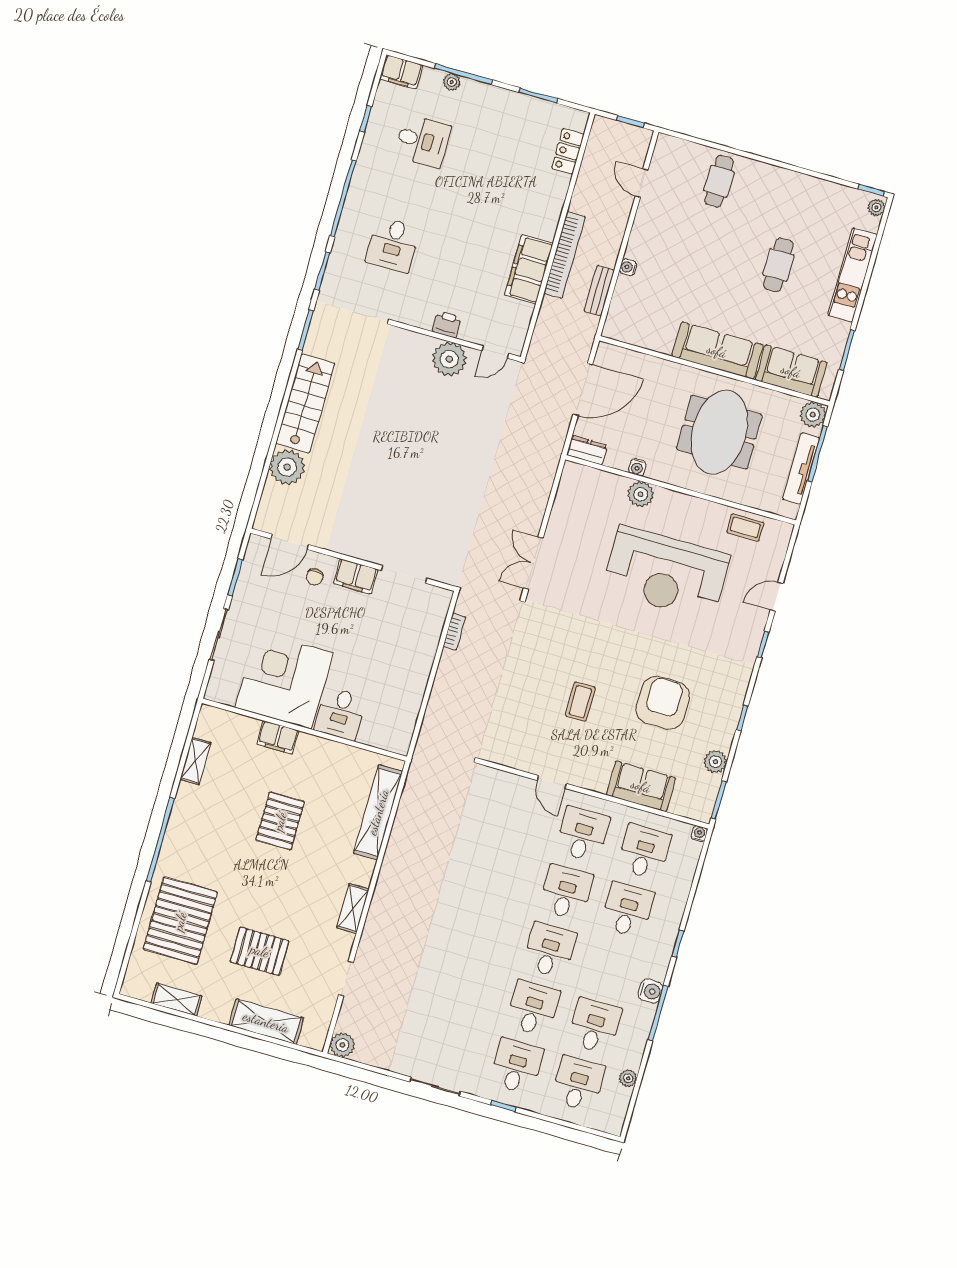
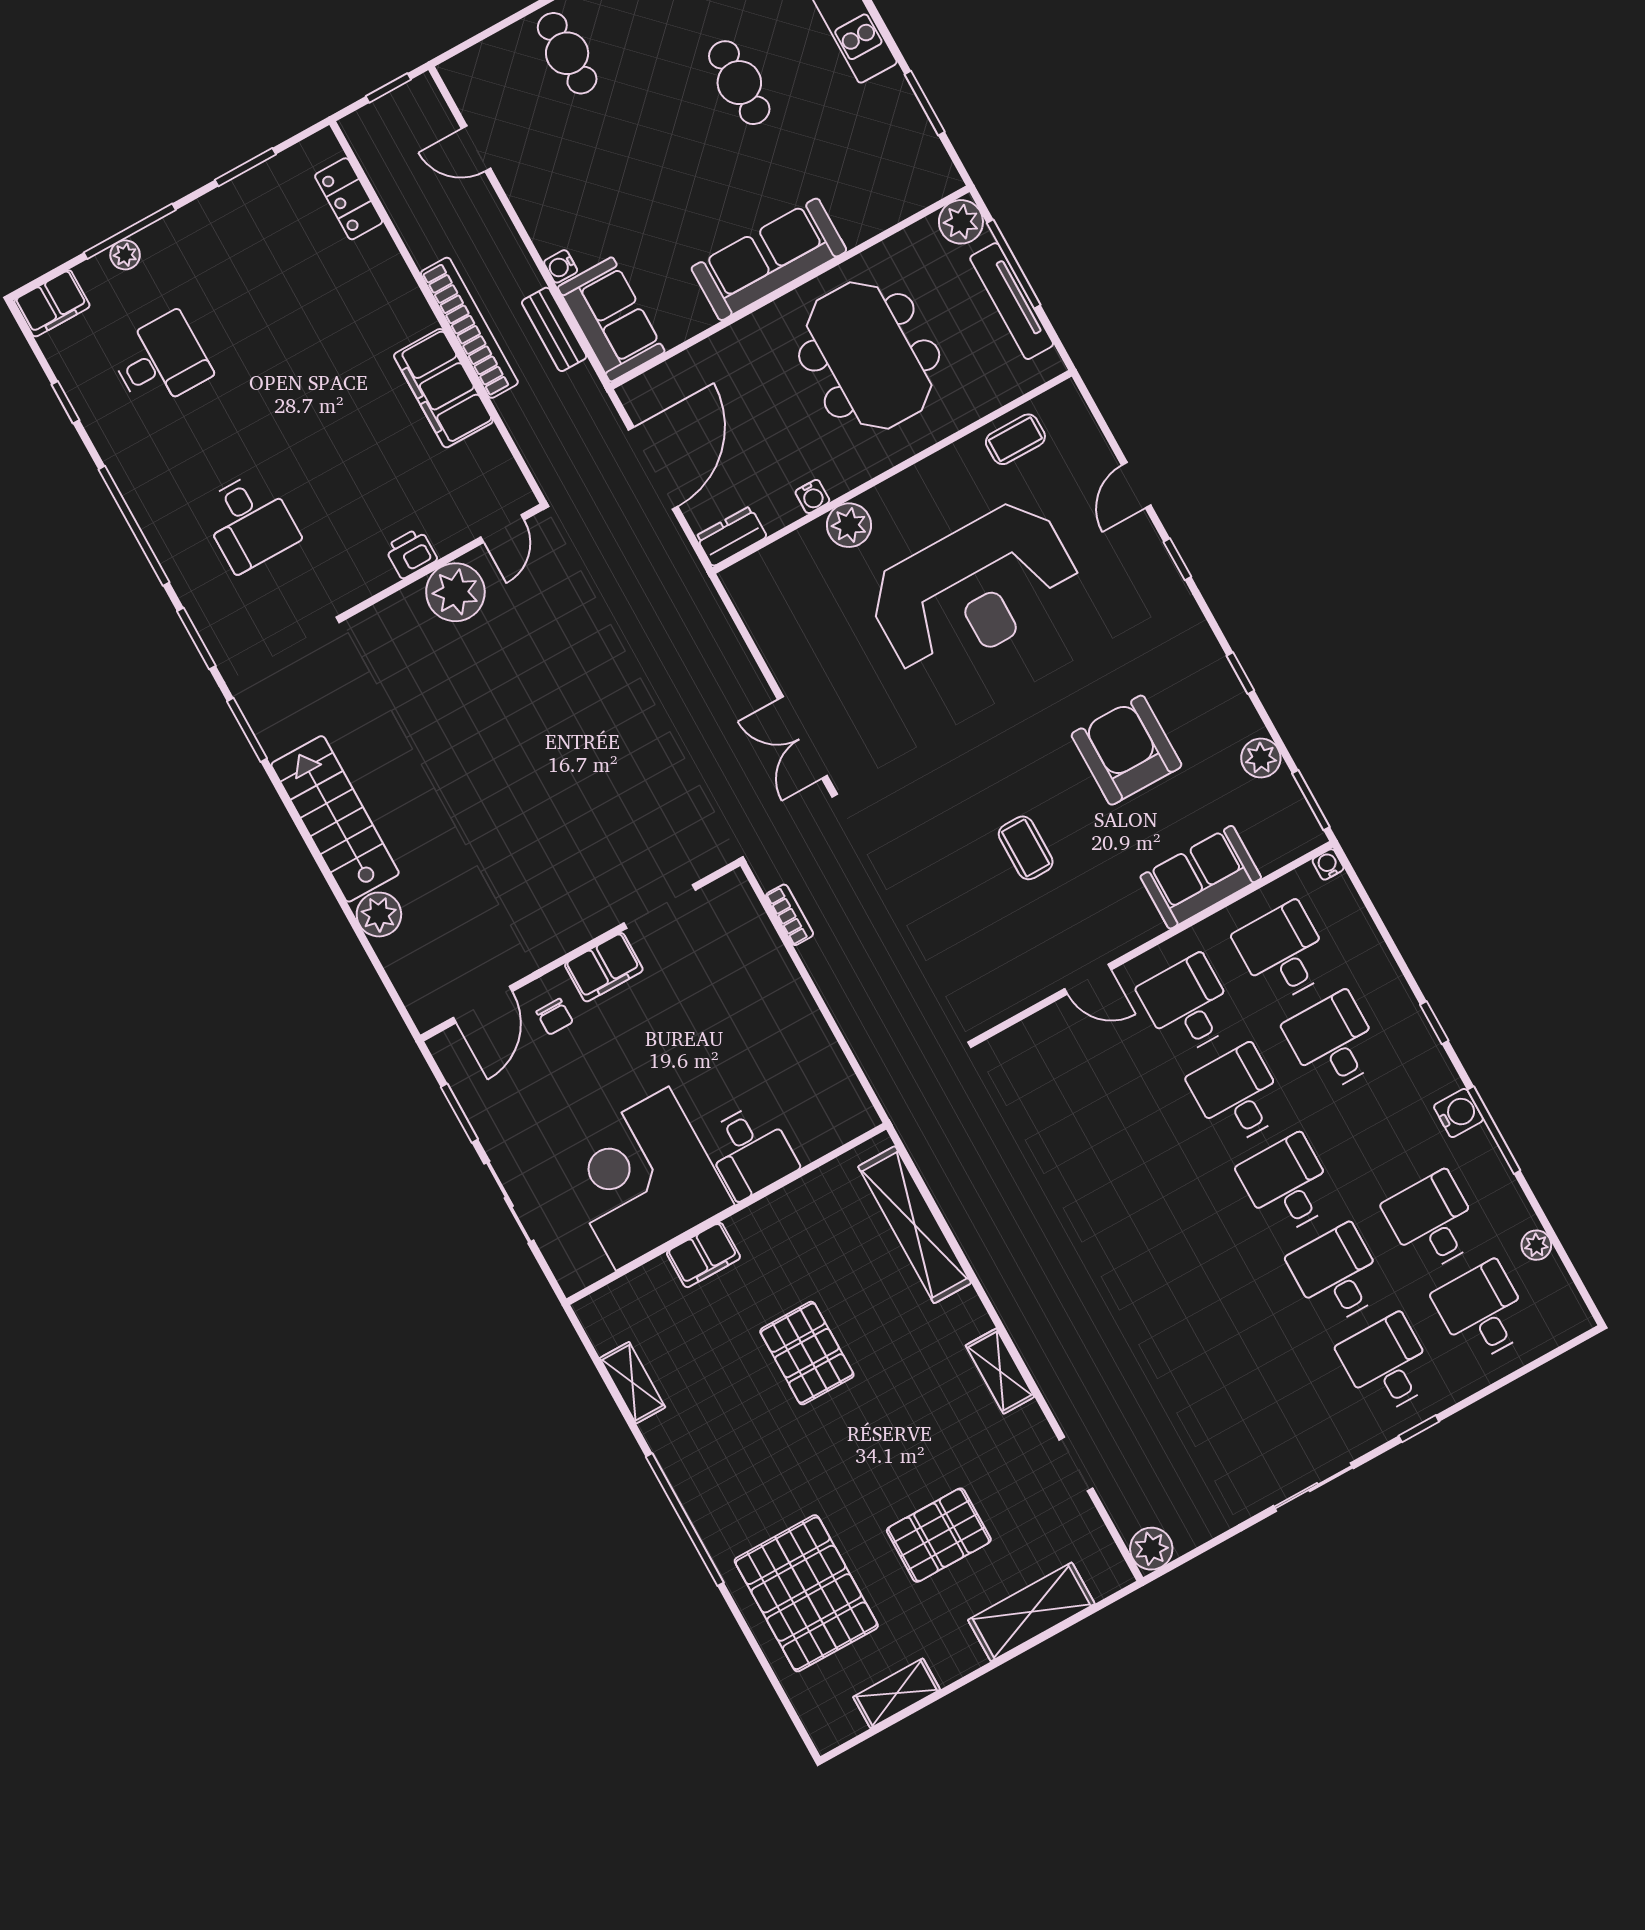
sofa: (791, 371) -> (611, 319), moved, turned 90
plant: (287, 467) -> (379, 914), width x0.73, depth x0.73

